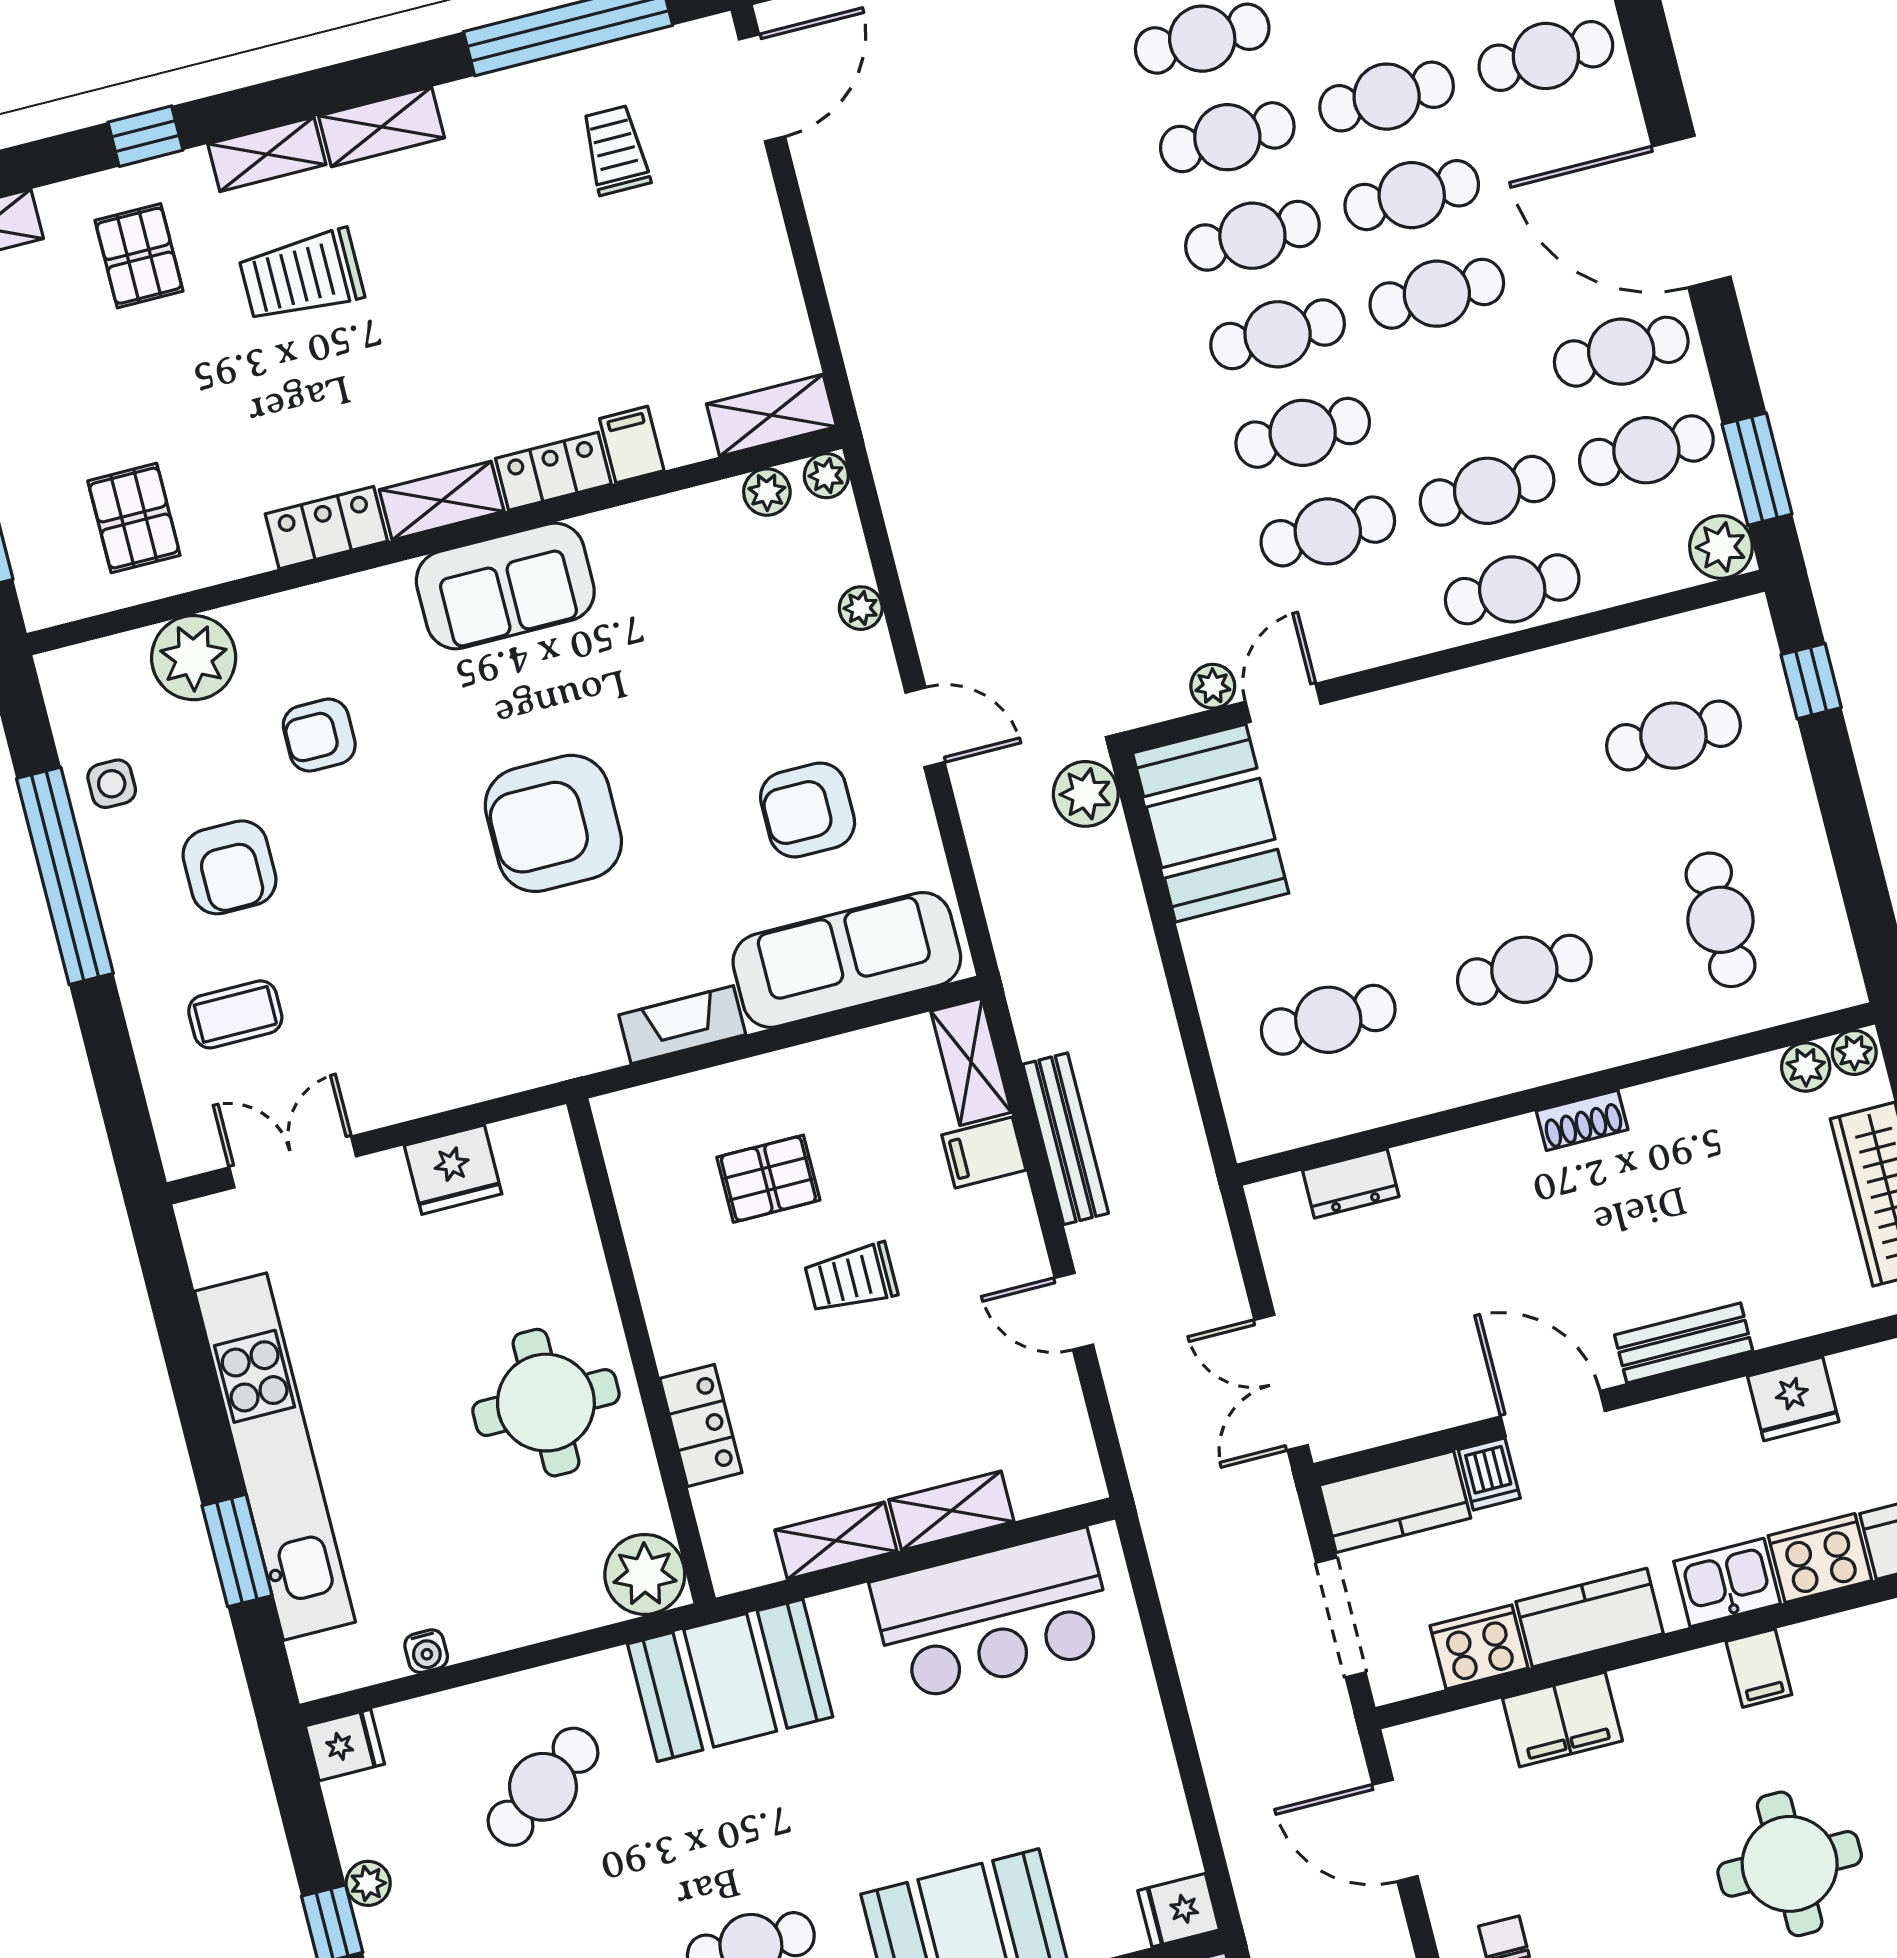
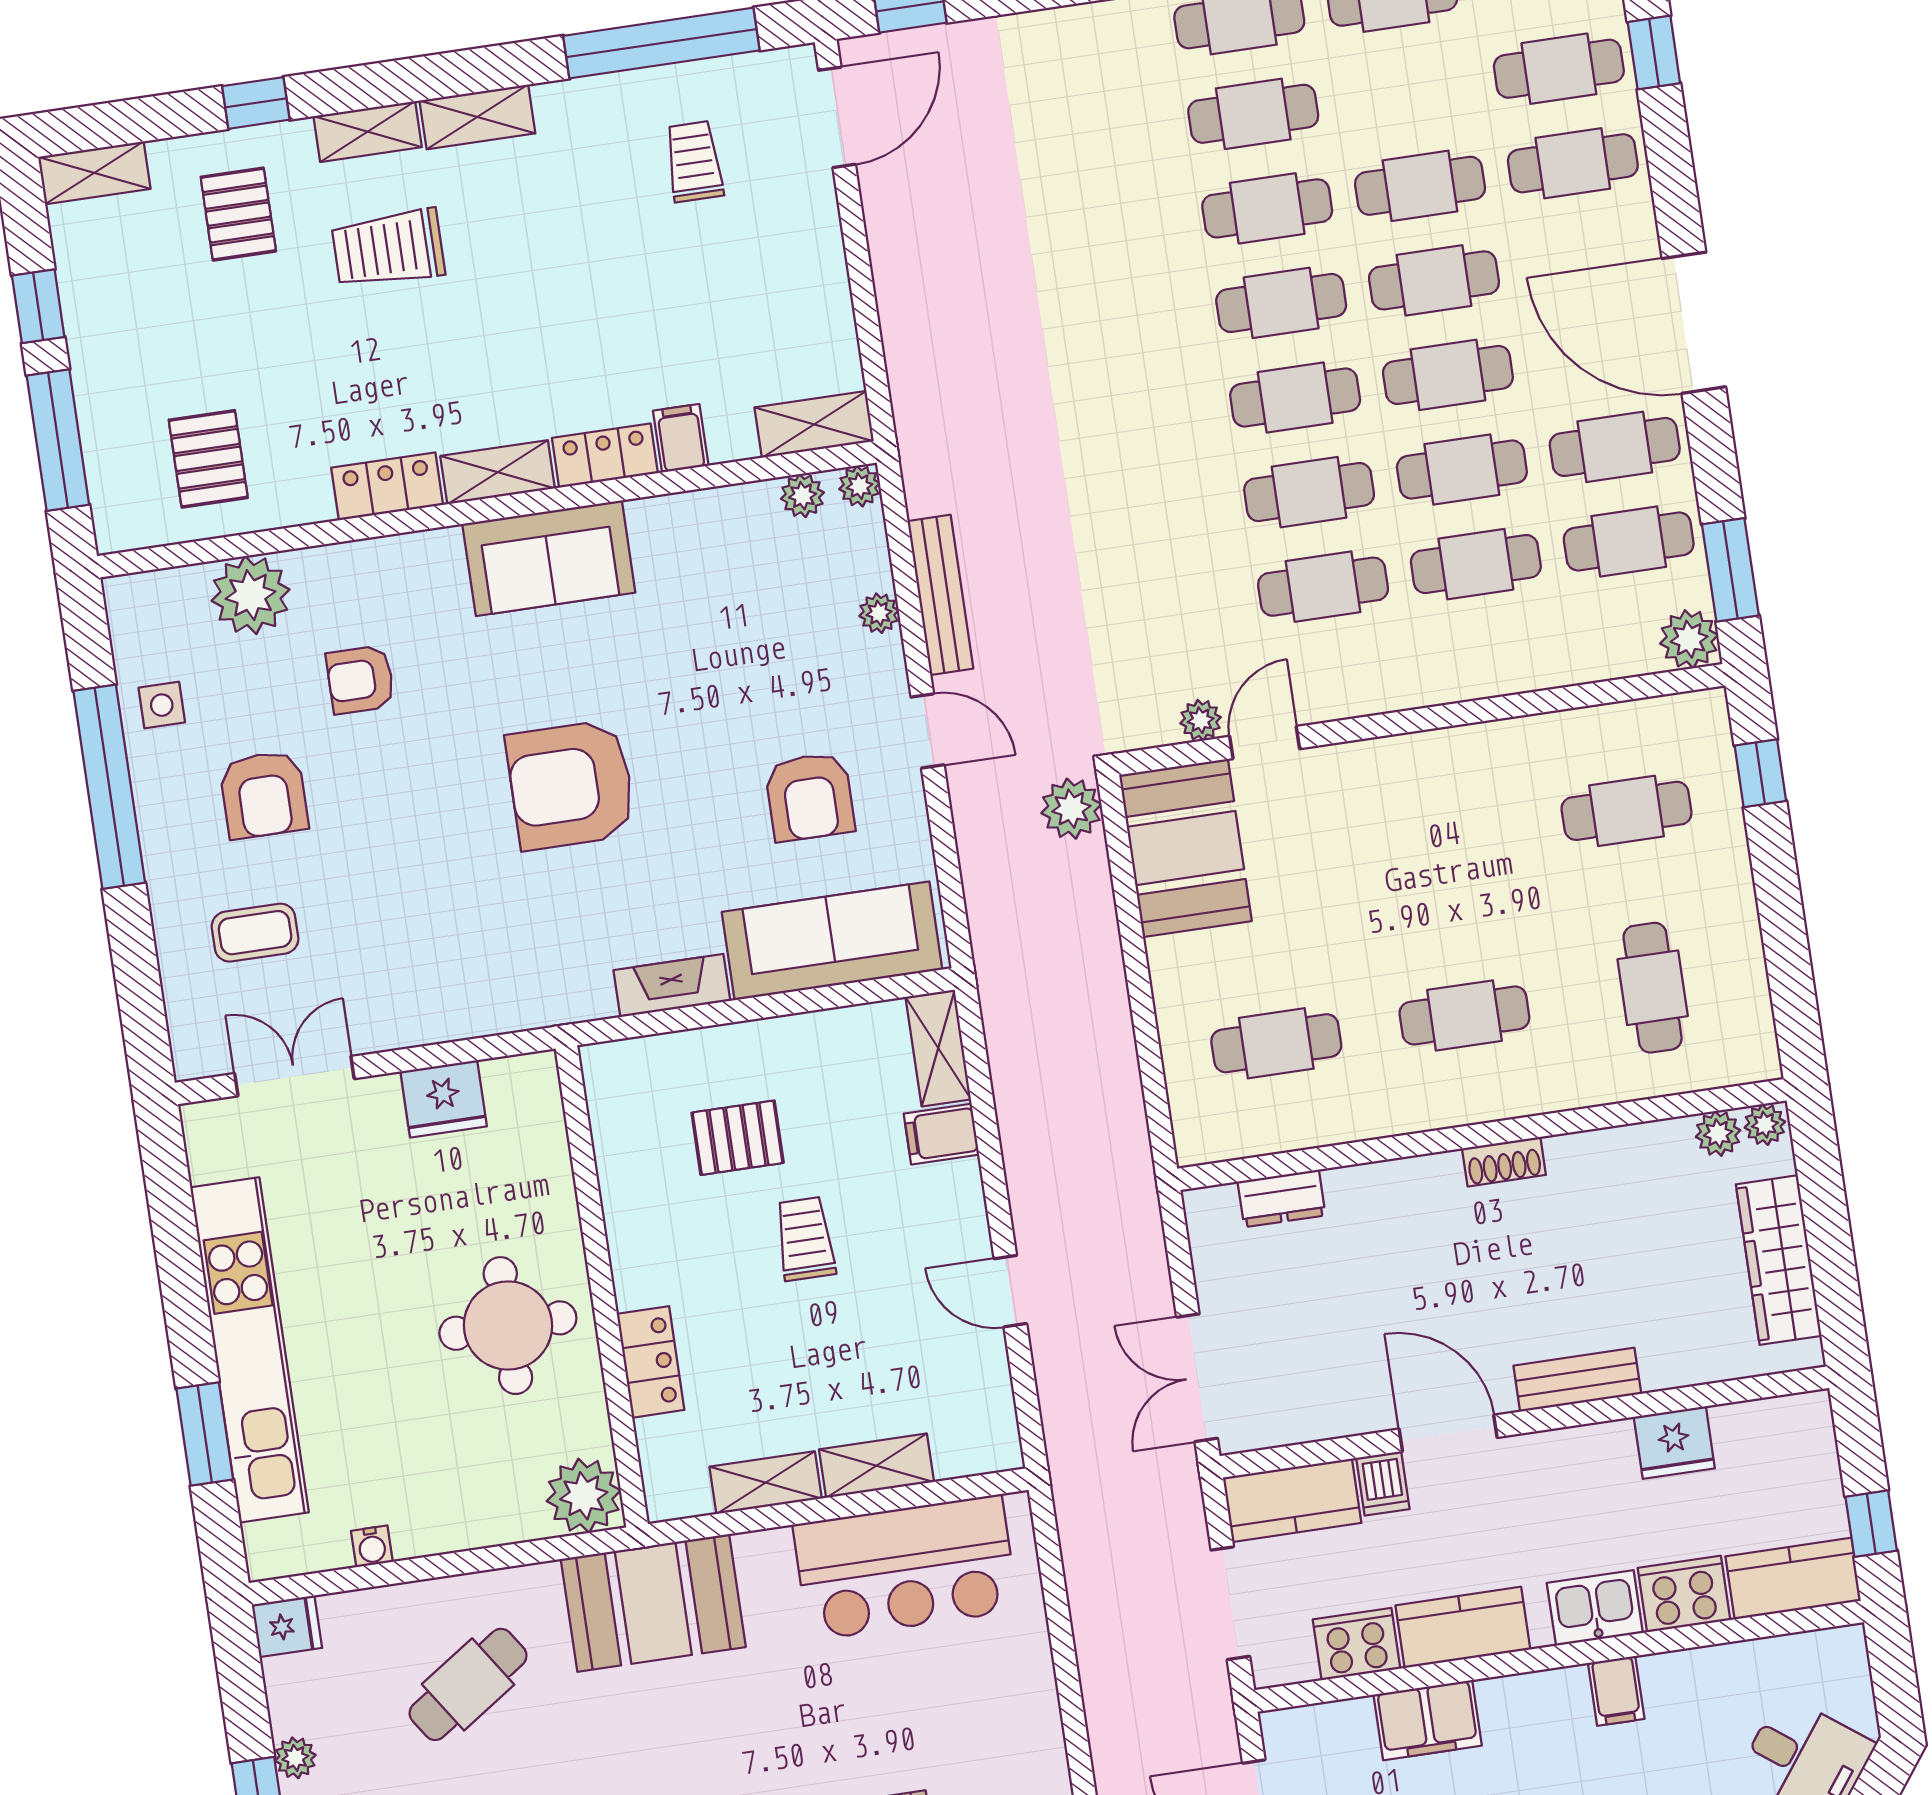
cafe table: (1512, 589) -> (1462, 470), moved
armchair: (808, 810) -> (810, 797), turned -90
bench: (1066, 1139) -> (940, 595), moved
trolley: (851, 1278) -> (805, 1239), turned 90

